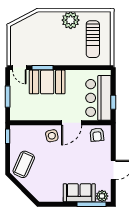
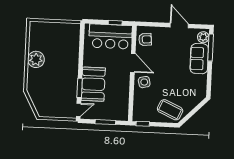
sun lounger: (93, 39) -> (55, 39), removed

